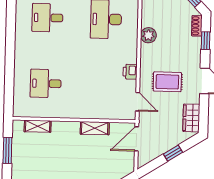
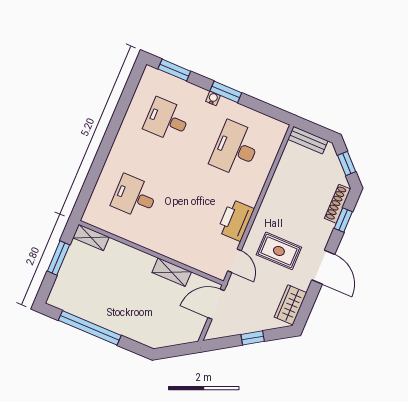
shoe rack: (197, 26) -> (337, 204), width x1.43
plant: (148, 35) -> (278, 187), removed
printer: (130, 72) -> (236, 220), width x1.87, depth x1.48
shelving: (38, 126) -> (91, 237), moved

